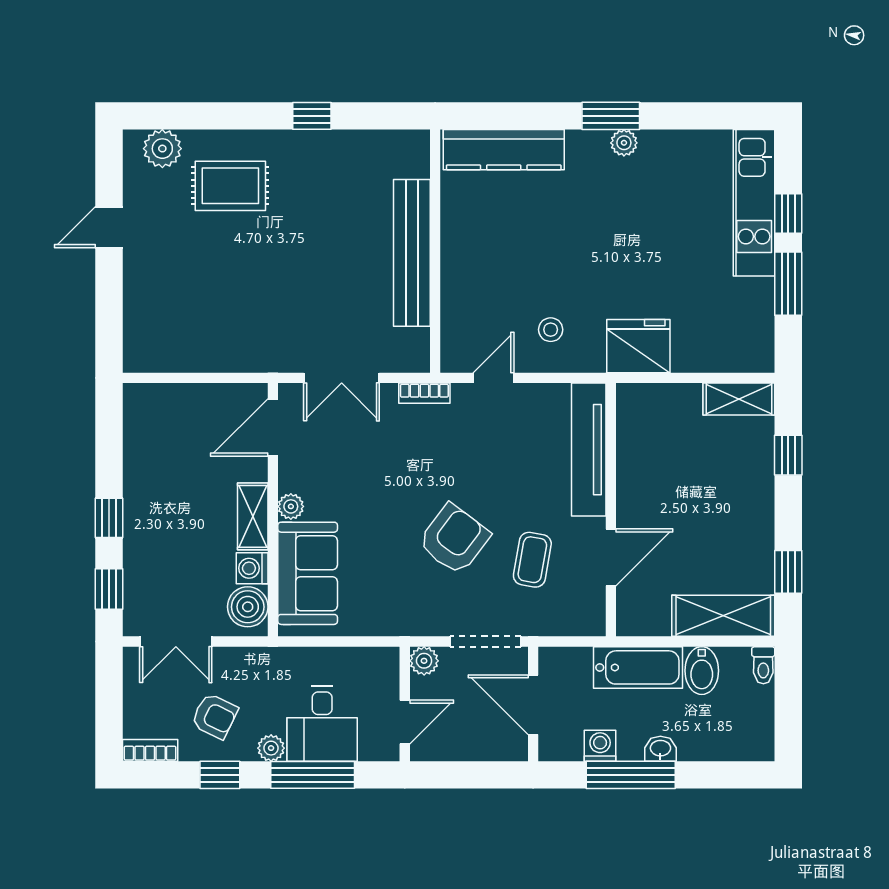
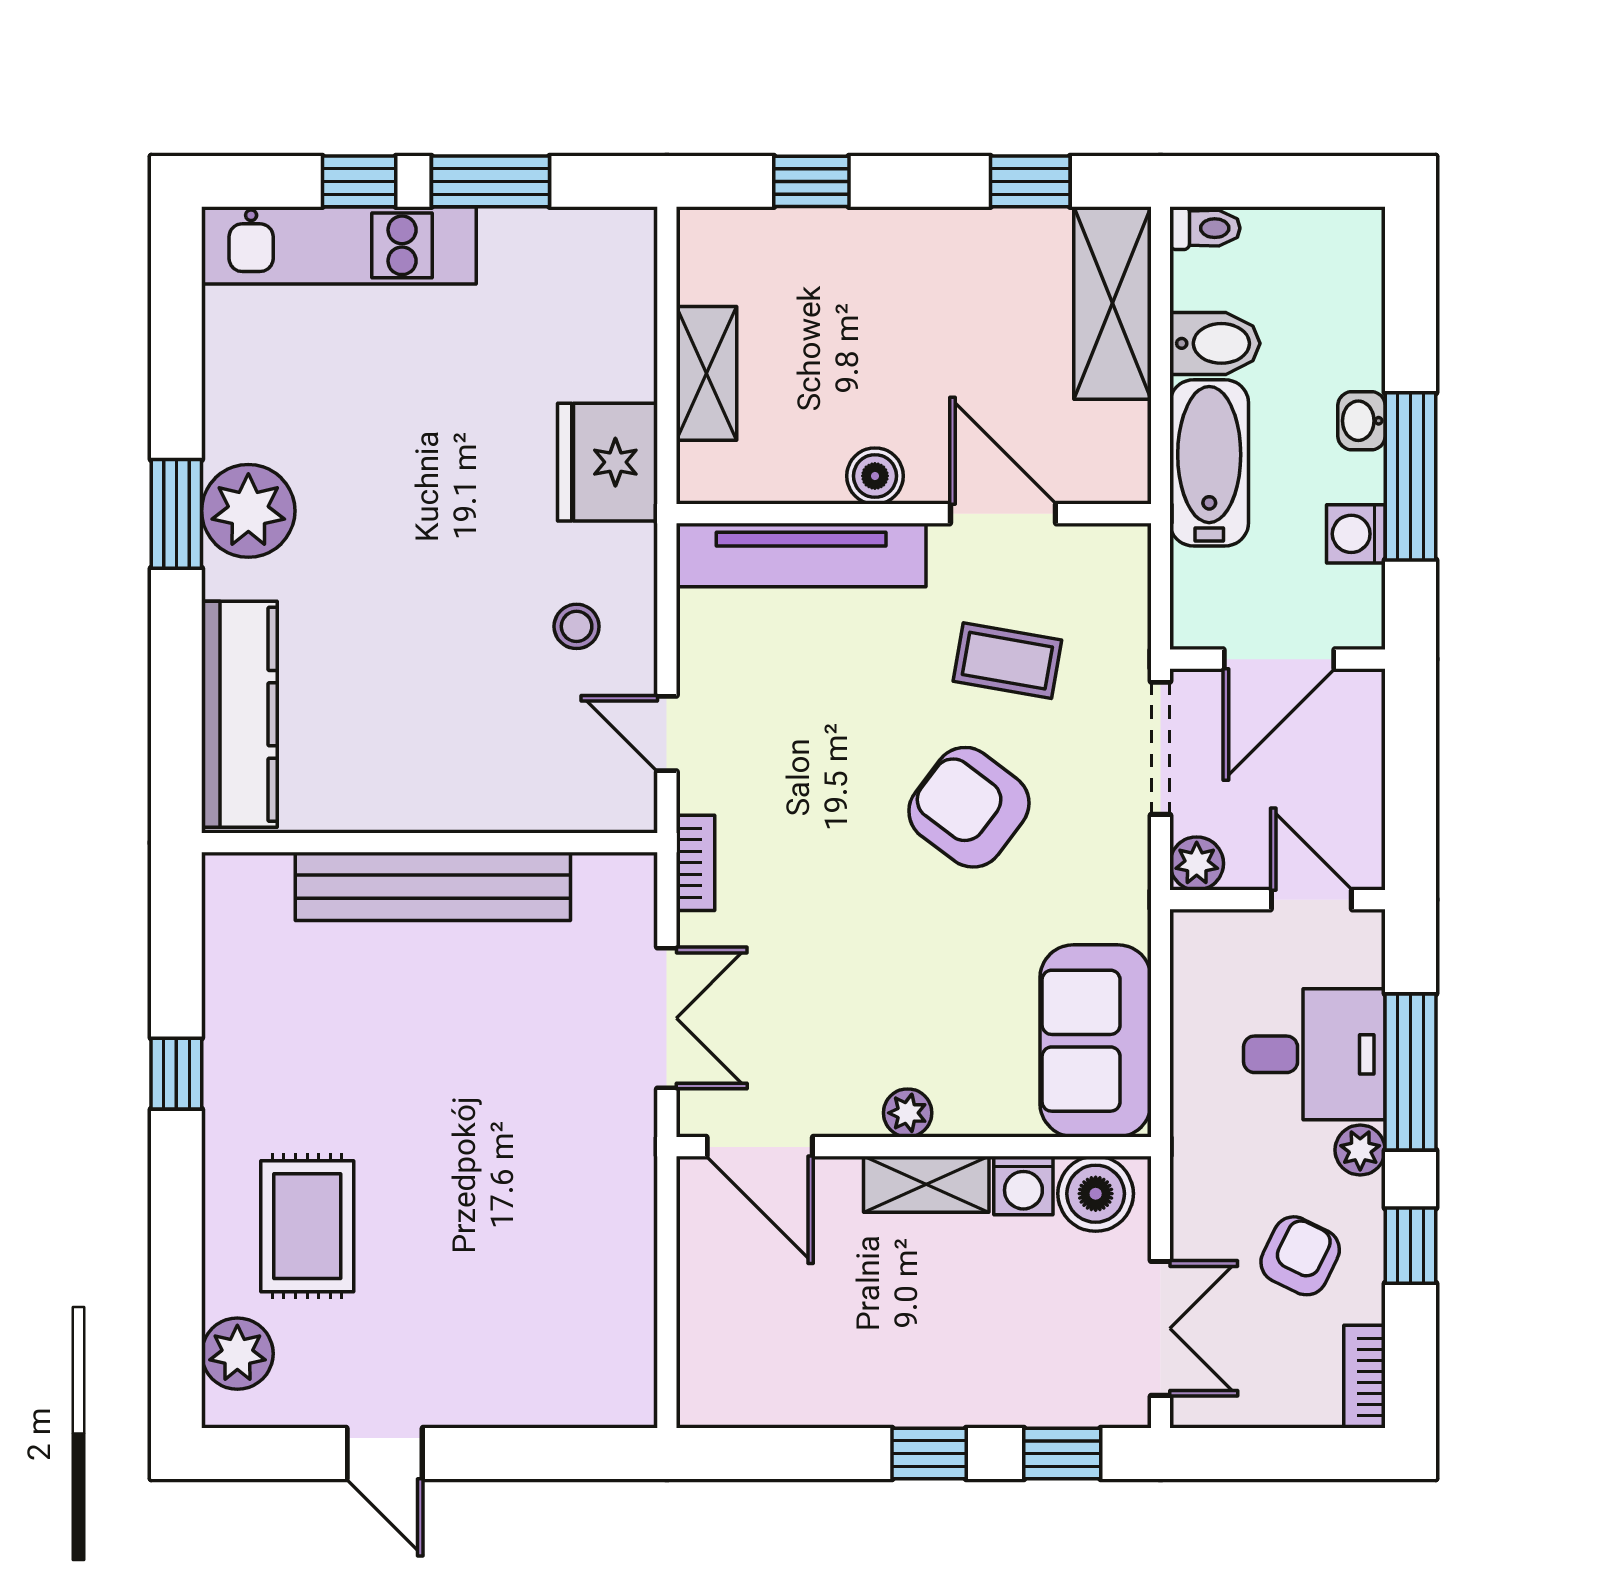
plant: (624, 143) -> (248, 511), width x1.88, depth x1.88
shelving: (739, 399) -> (707, 373), moved
boiler: (631, 489) -> (875, 476), added
sofa: (308, 573) -> (1096, 1041), moved, turned -90

